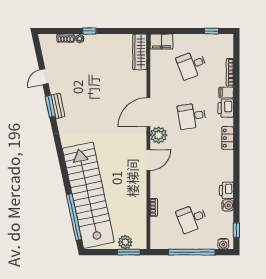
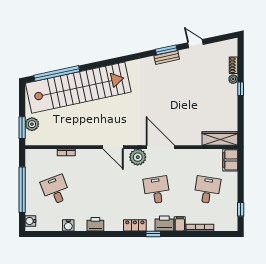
desk: (192, 65) -> (207, 190), turned 30
printer: (227, 190) -> (95, 224), moved
window: (236, 230) -> (153, 234), moved

